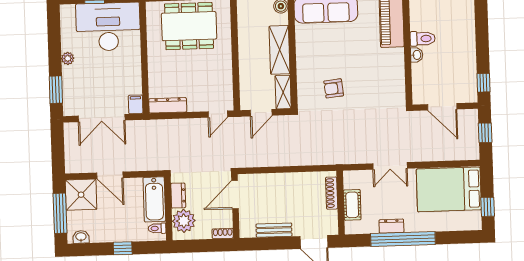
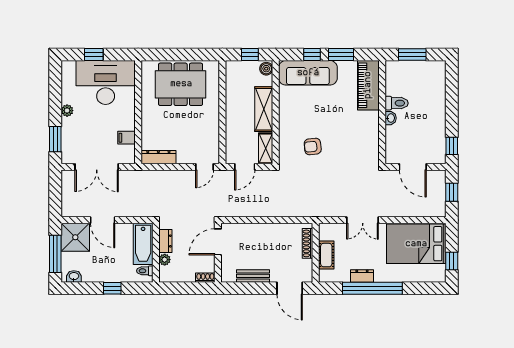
filing cabinet: (136, 104) -> (126, 138), moved, turned -90
plant: (184, 221) -> (165, 260), width x0.53, depth x0.53

